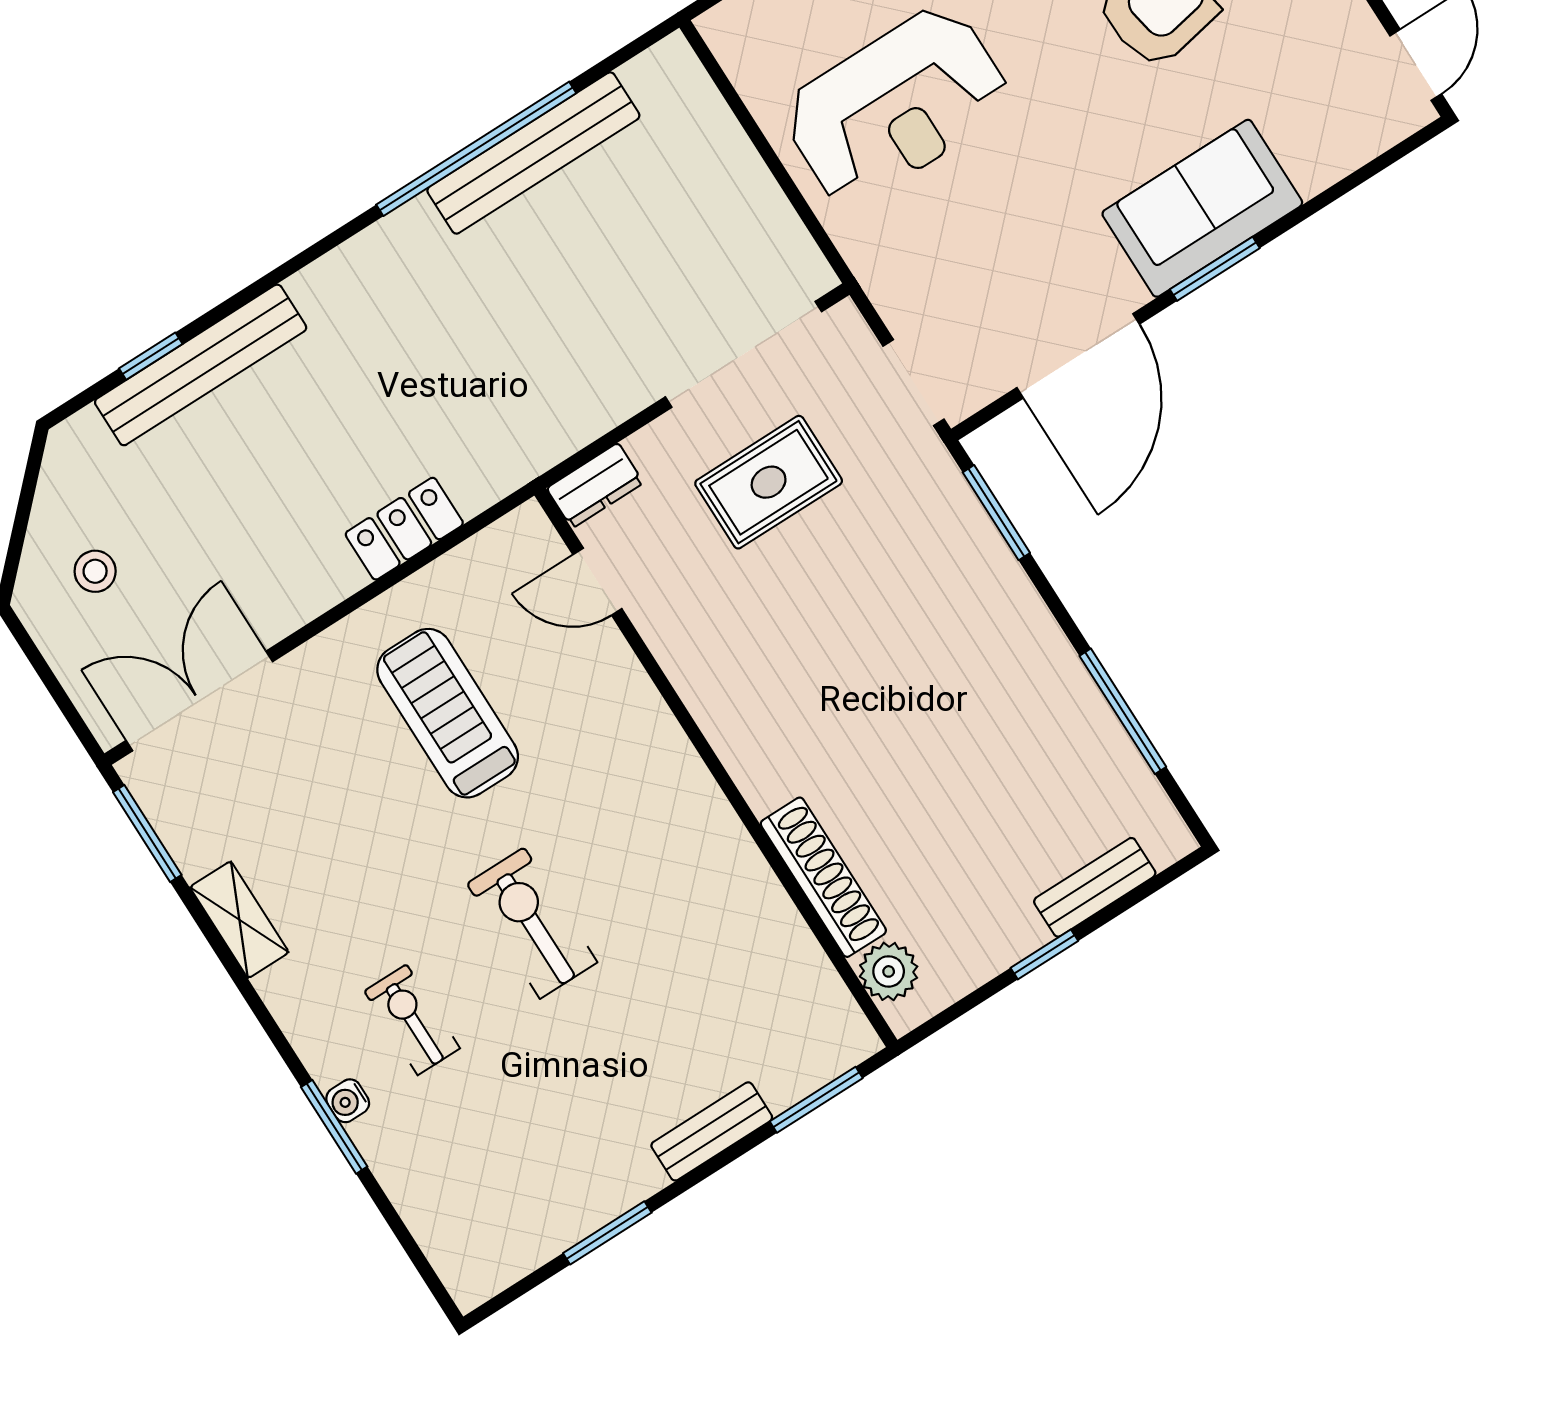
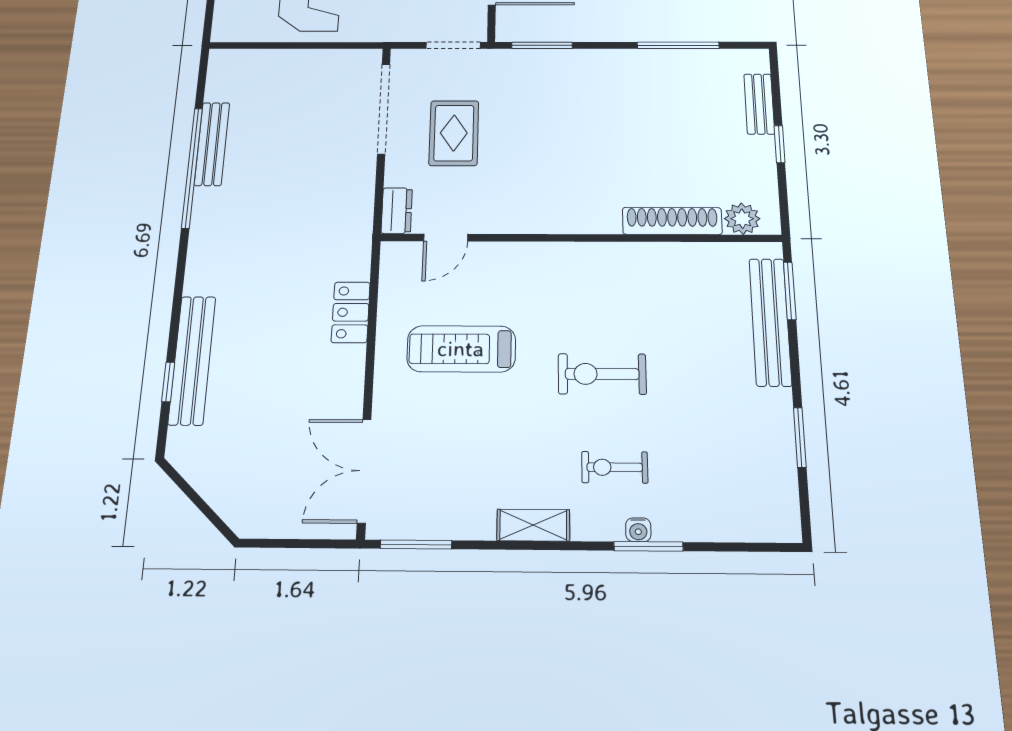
bench: (533, 153) -> (212, 144), width x0.73, depth x0.82
stool: (95, 571) -> (256, 481), removed
shelving: (239, 920) -> (533, 525), moved
bench: (712, 1131) -> (770, 322), width x1.86, depth x1.21

